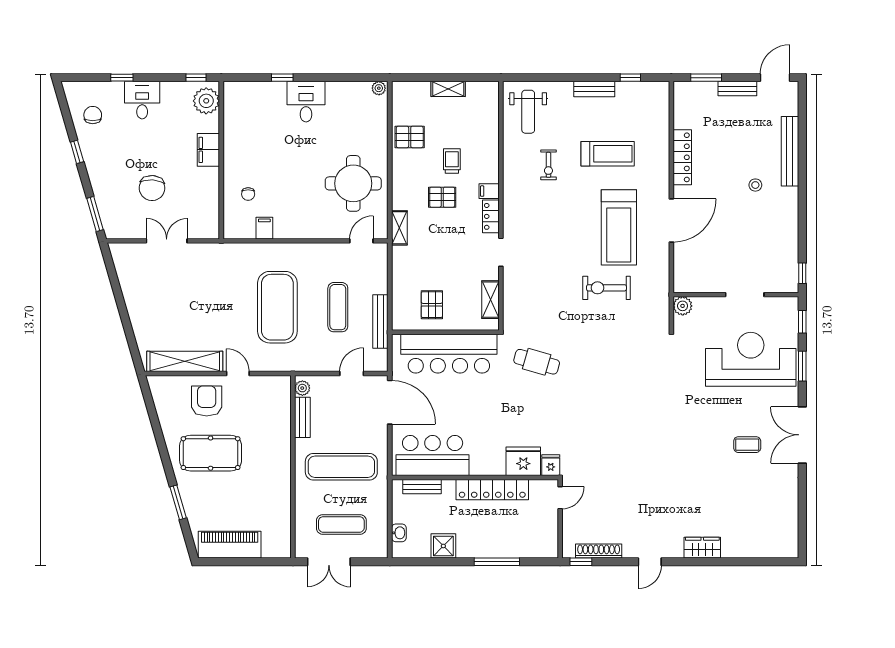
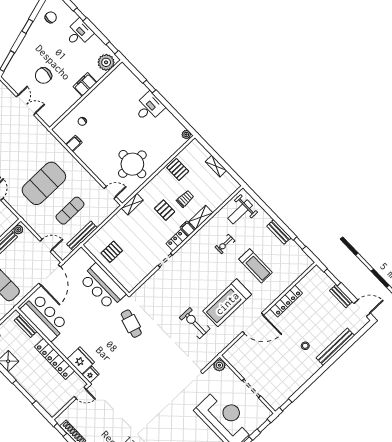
shelving: (491, 300) -> (201, 217), moved
bar counter: (449, 354) -> (103, 286), width x0.73

